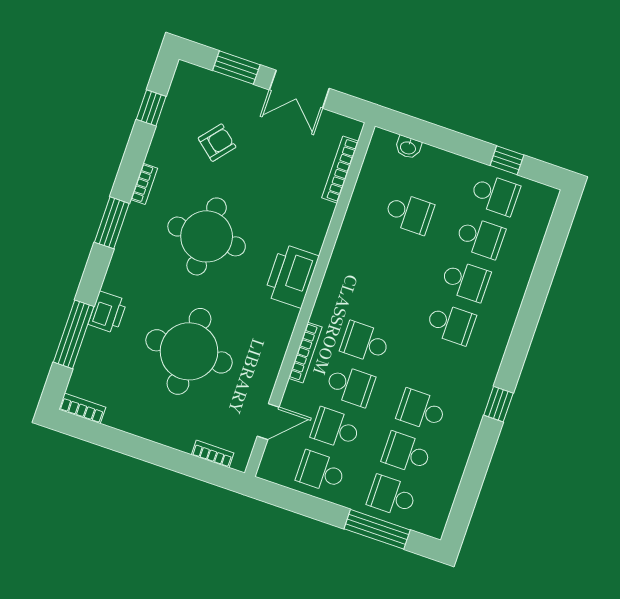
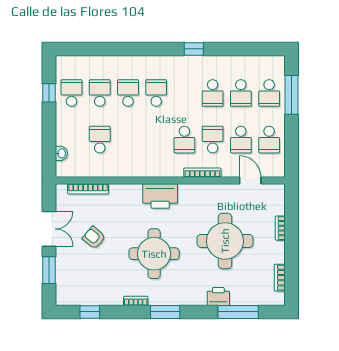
armchair: (217, 143) -> (94, 238), moved
bookcase: (82, 408) -> (280, 278), moved
bookcase: (213, 454) -> (280, 228), moved

